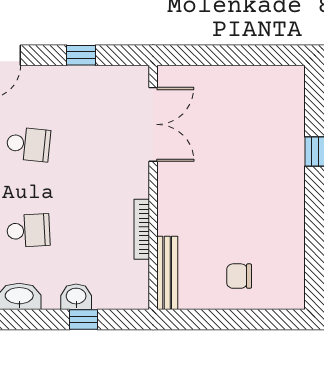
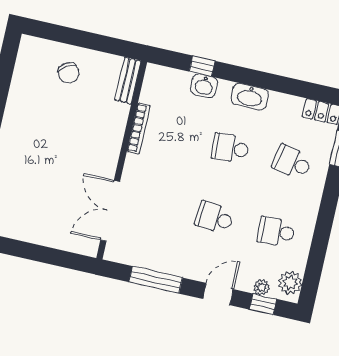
window: (81, 55) -> (156, 280), width x2.17
bench: (167, 273) -> (128, 81), width x0.73
chair: (239, 276) -> (69, 73), turned 58

